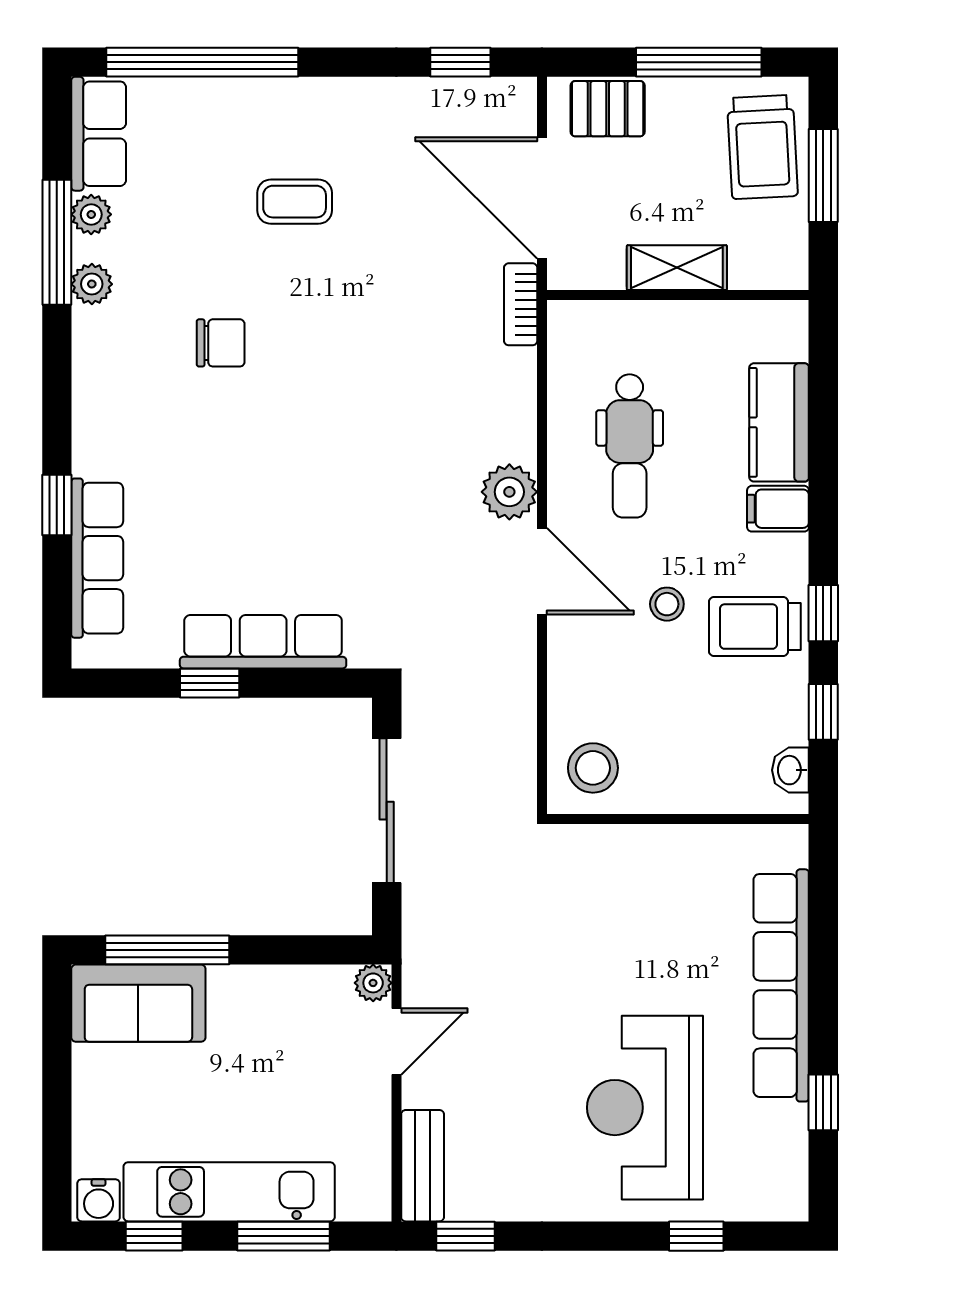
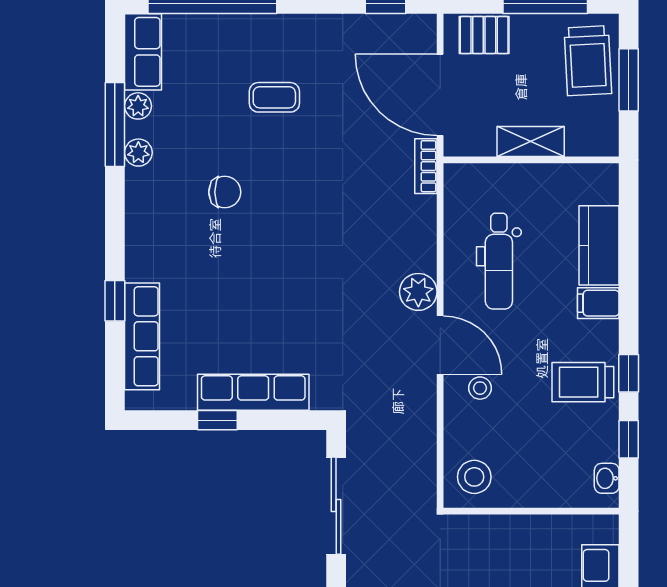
stool: (667, 604) -> (480, 388), moved

